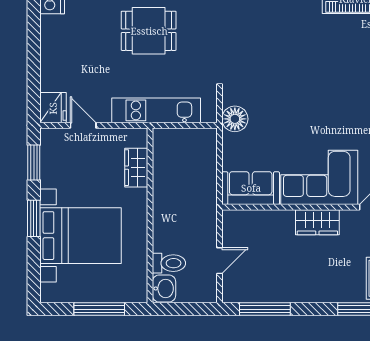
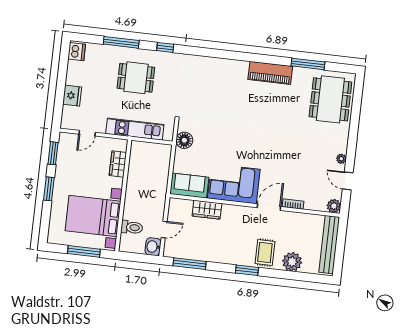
fridge: (53, 108) -> (72, 96), moved
door: (83, 125) -> (87, 133), swing flipped
wardrobe: (317, 222) -> (207, 210), moved
bed with nightstands: (81, 236) -> (93, 216), moved, turned 180
washbasin: (164, 288) -> (153, 247), moved, turned 180

